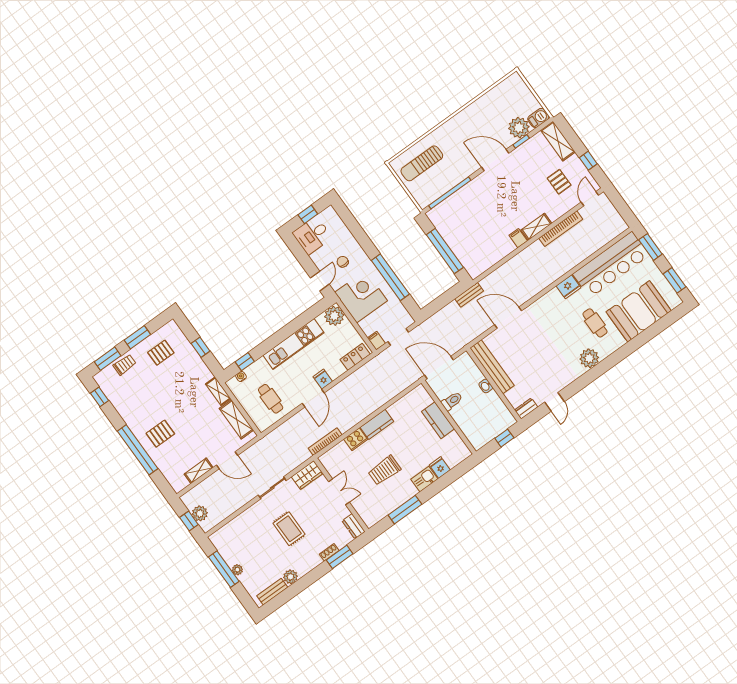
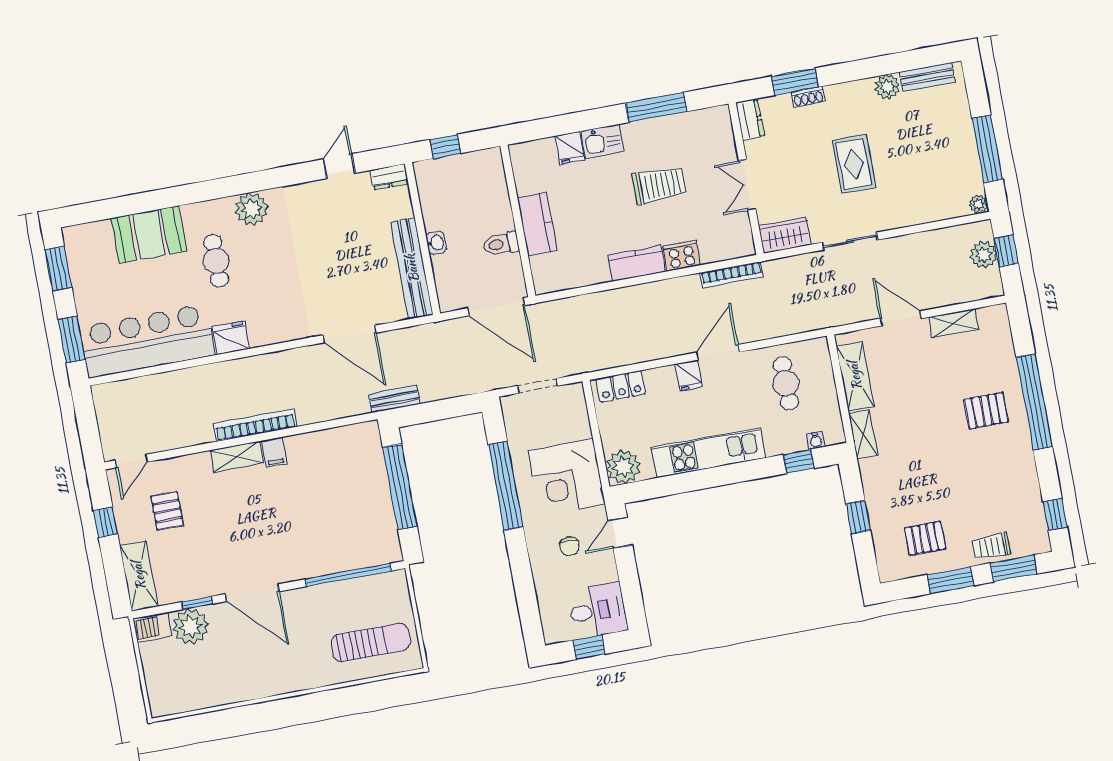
bookcase: (561, 229) -> (255, 425), moved
booth: (639, 311) -> (149, 235), width x0.73, depth x0.70
filing cabinet: (376, 341) -> (575, 396), removed
plant: (237, 570) -> (978, 204), moved

